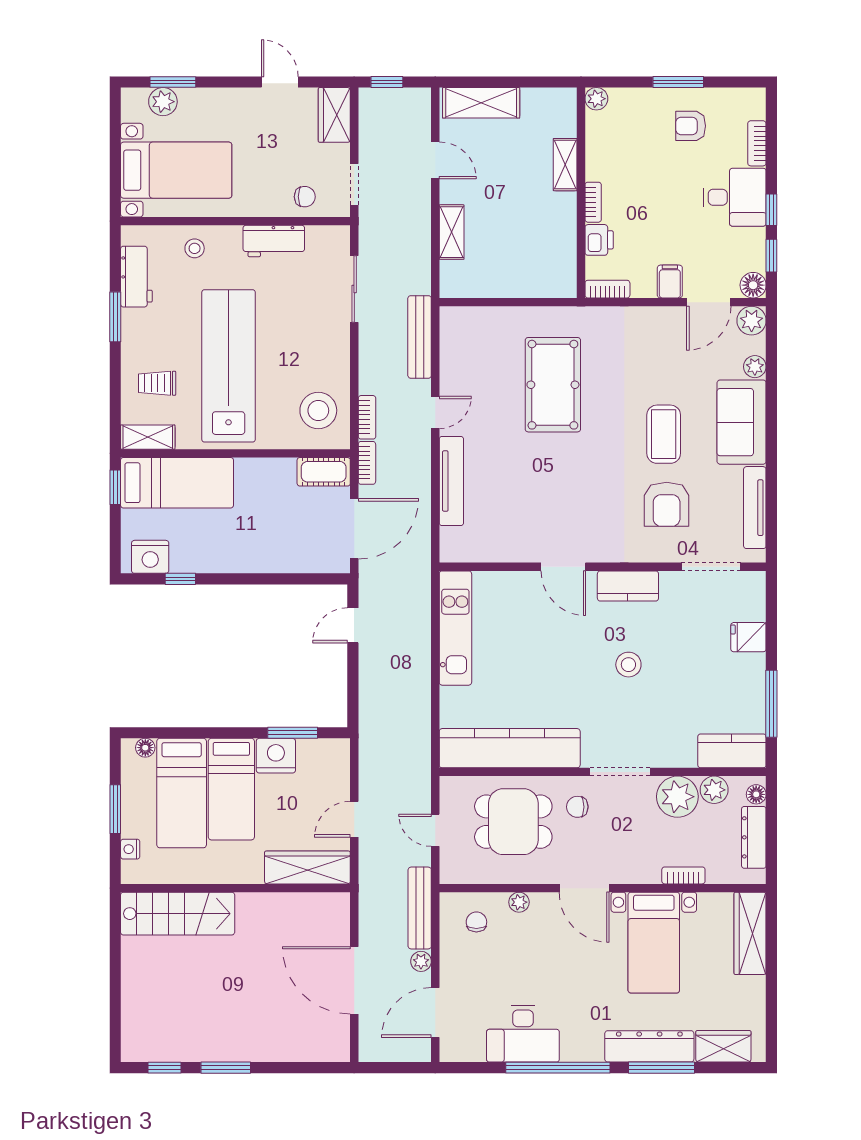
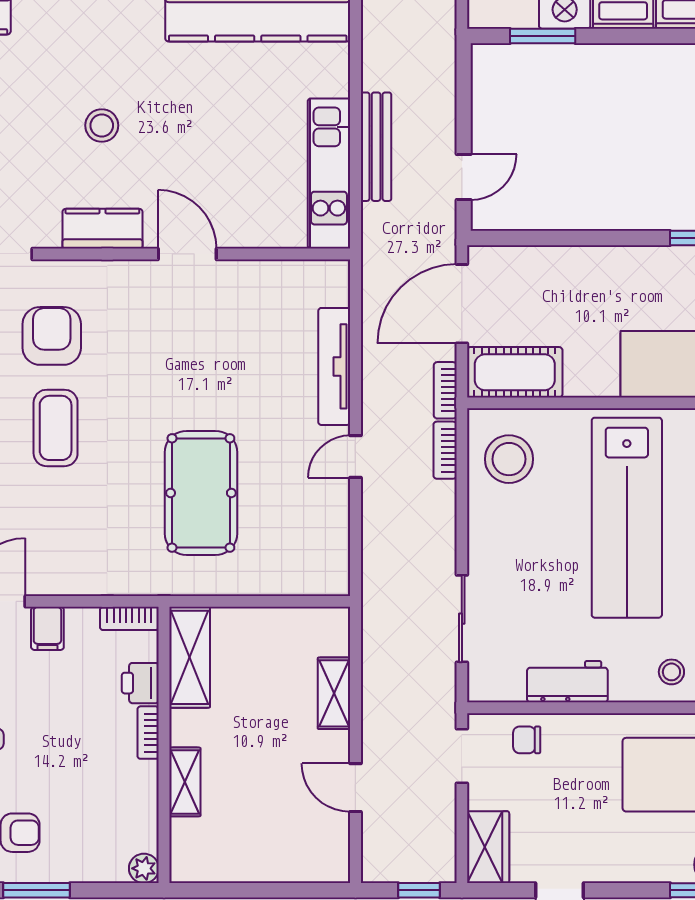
shelving: (481, 103) -> (190, 657), moved, turned 90
bench: (420, 337) -> (376, 147), moved
cot: (324, 472) -> (515, 372), width x1.37, depth x1.34

